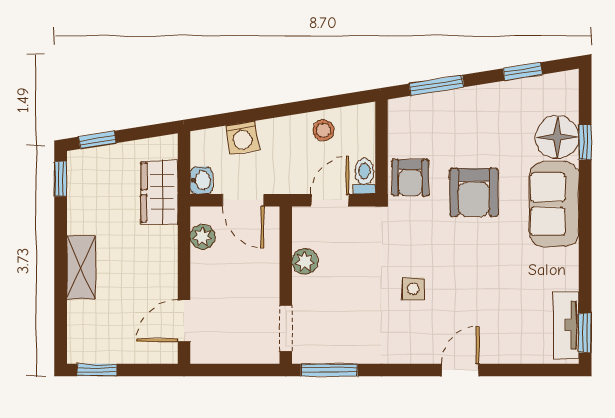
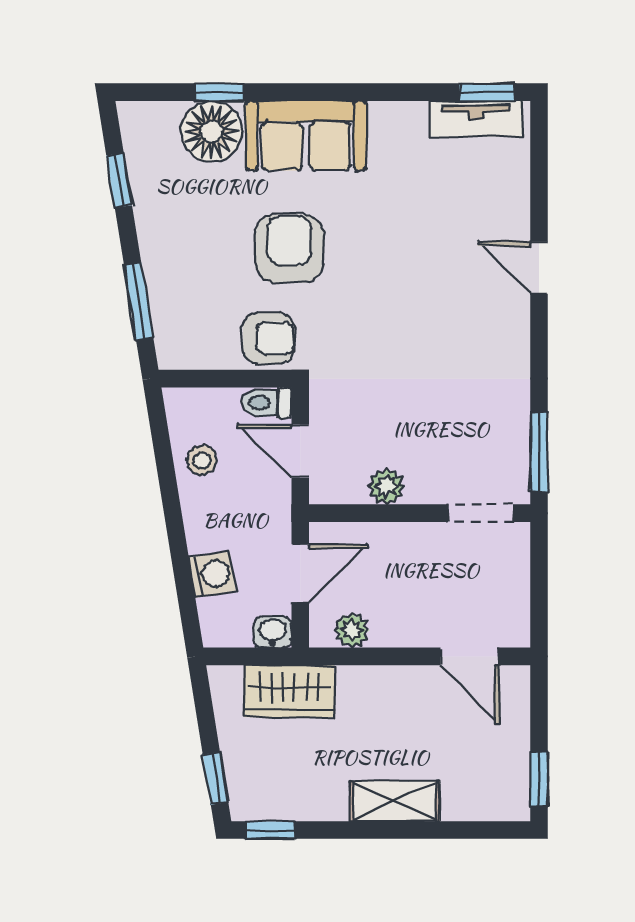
armchair: (474, 192) -> (289, 249), turned -90
side table: (413, 289) -> (425, 334), removed

